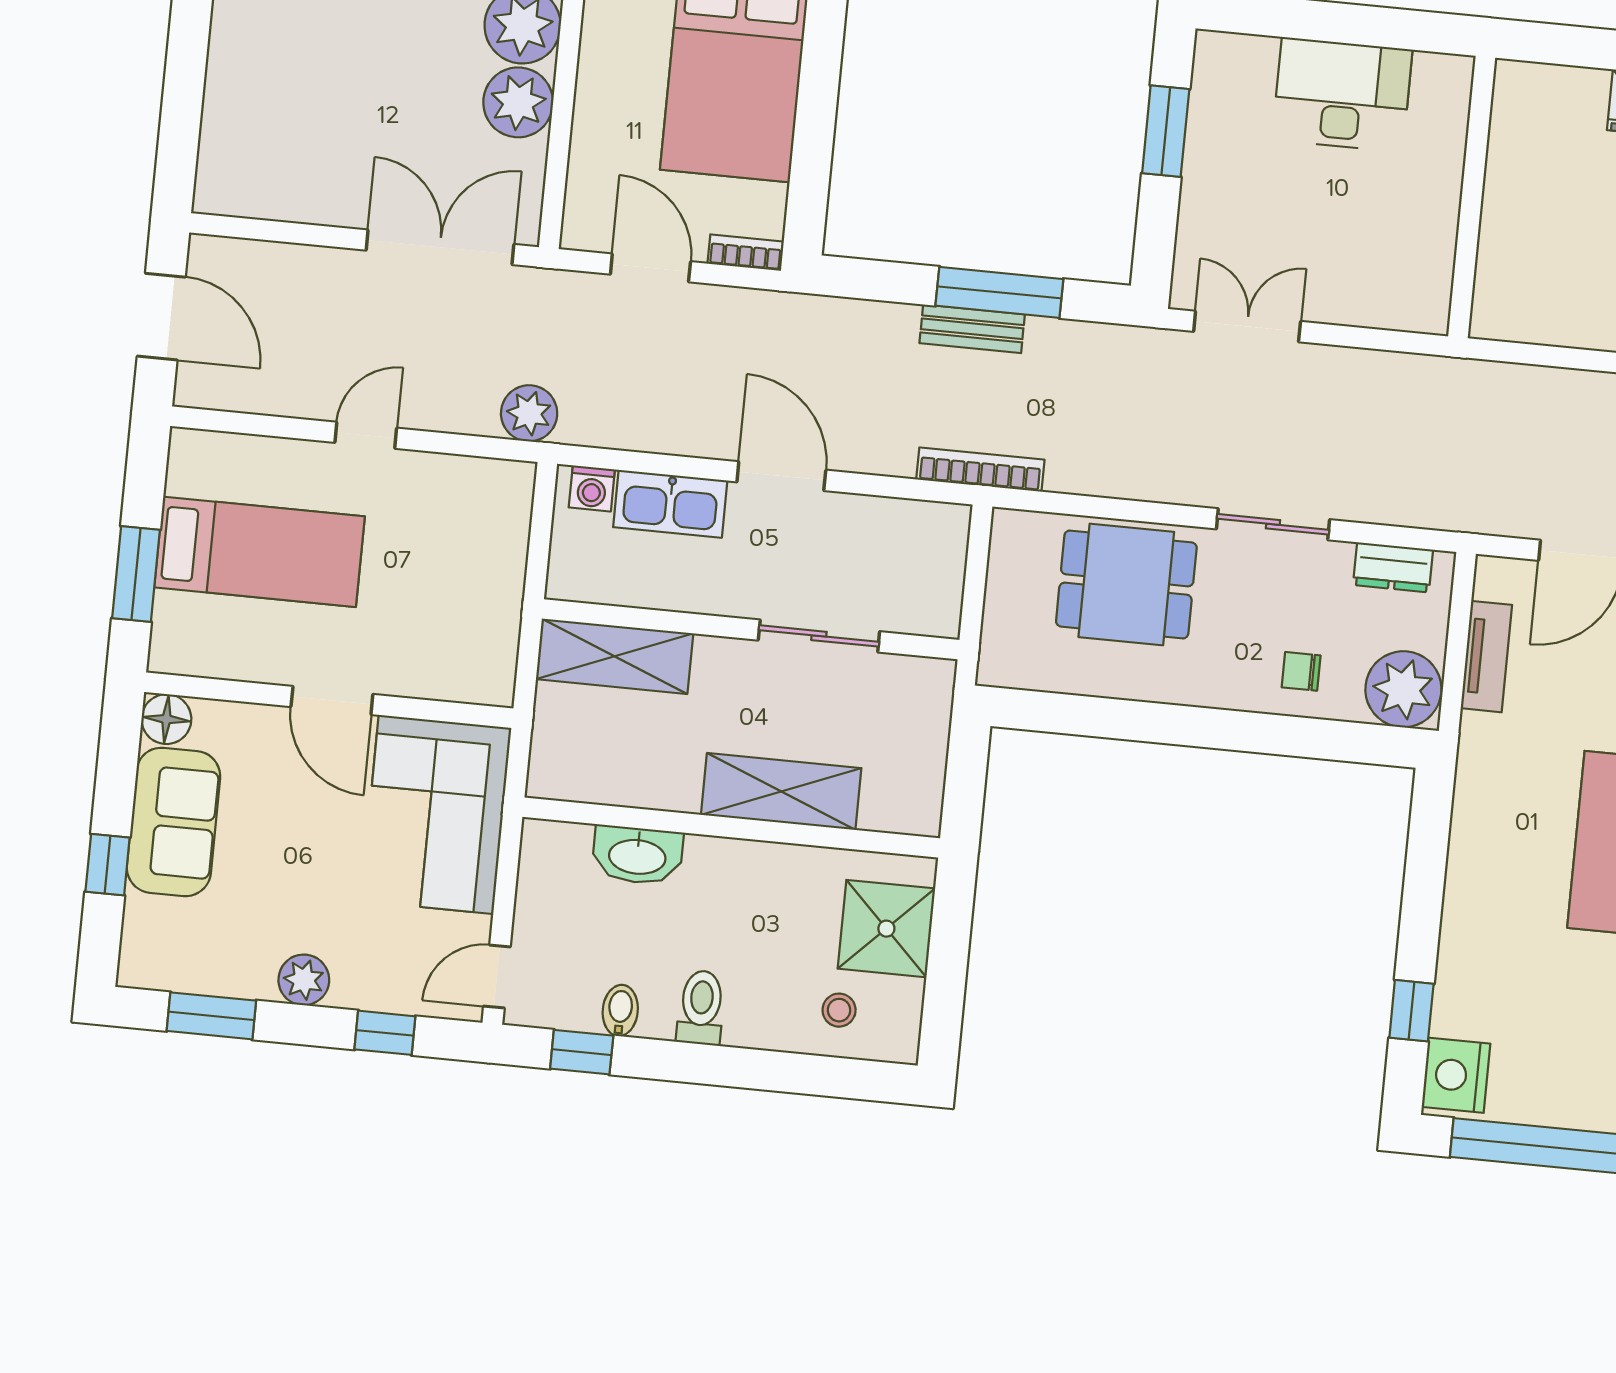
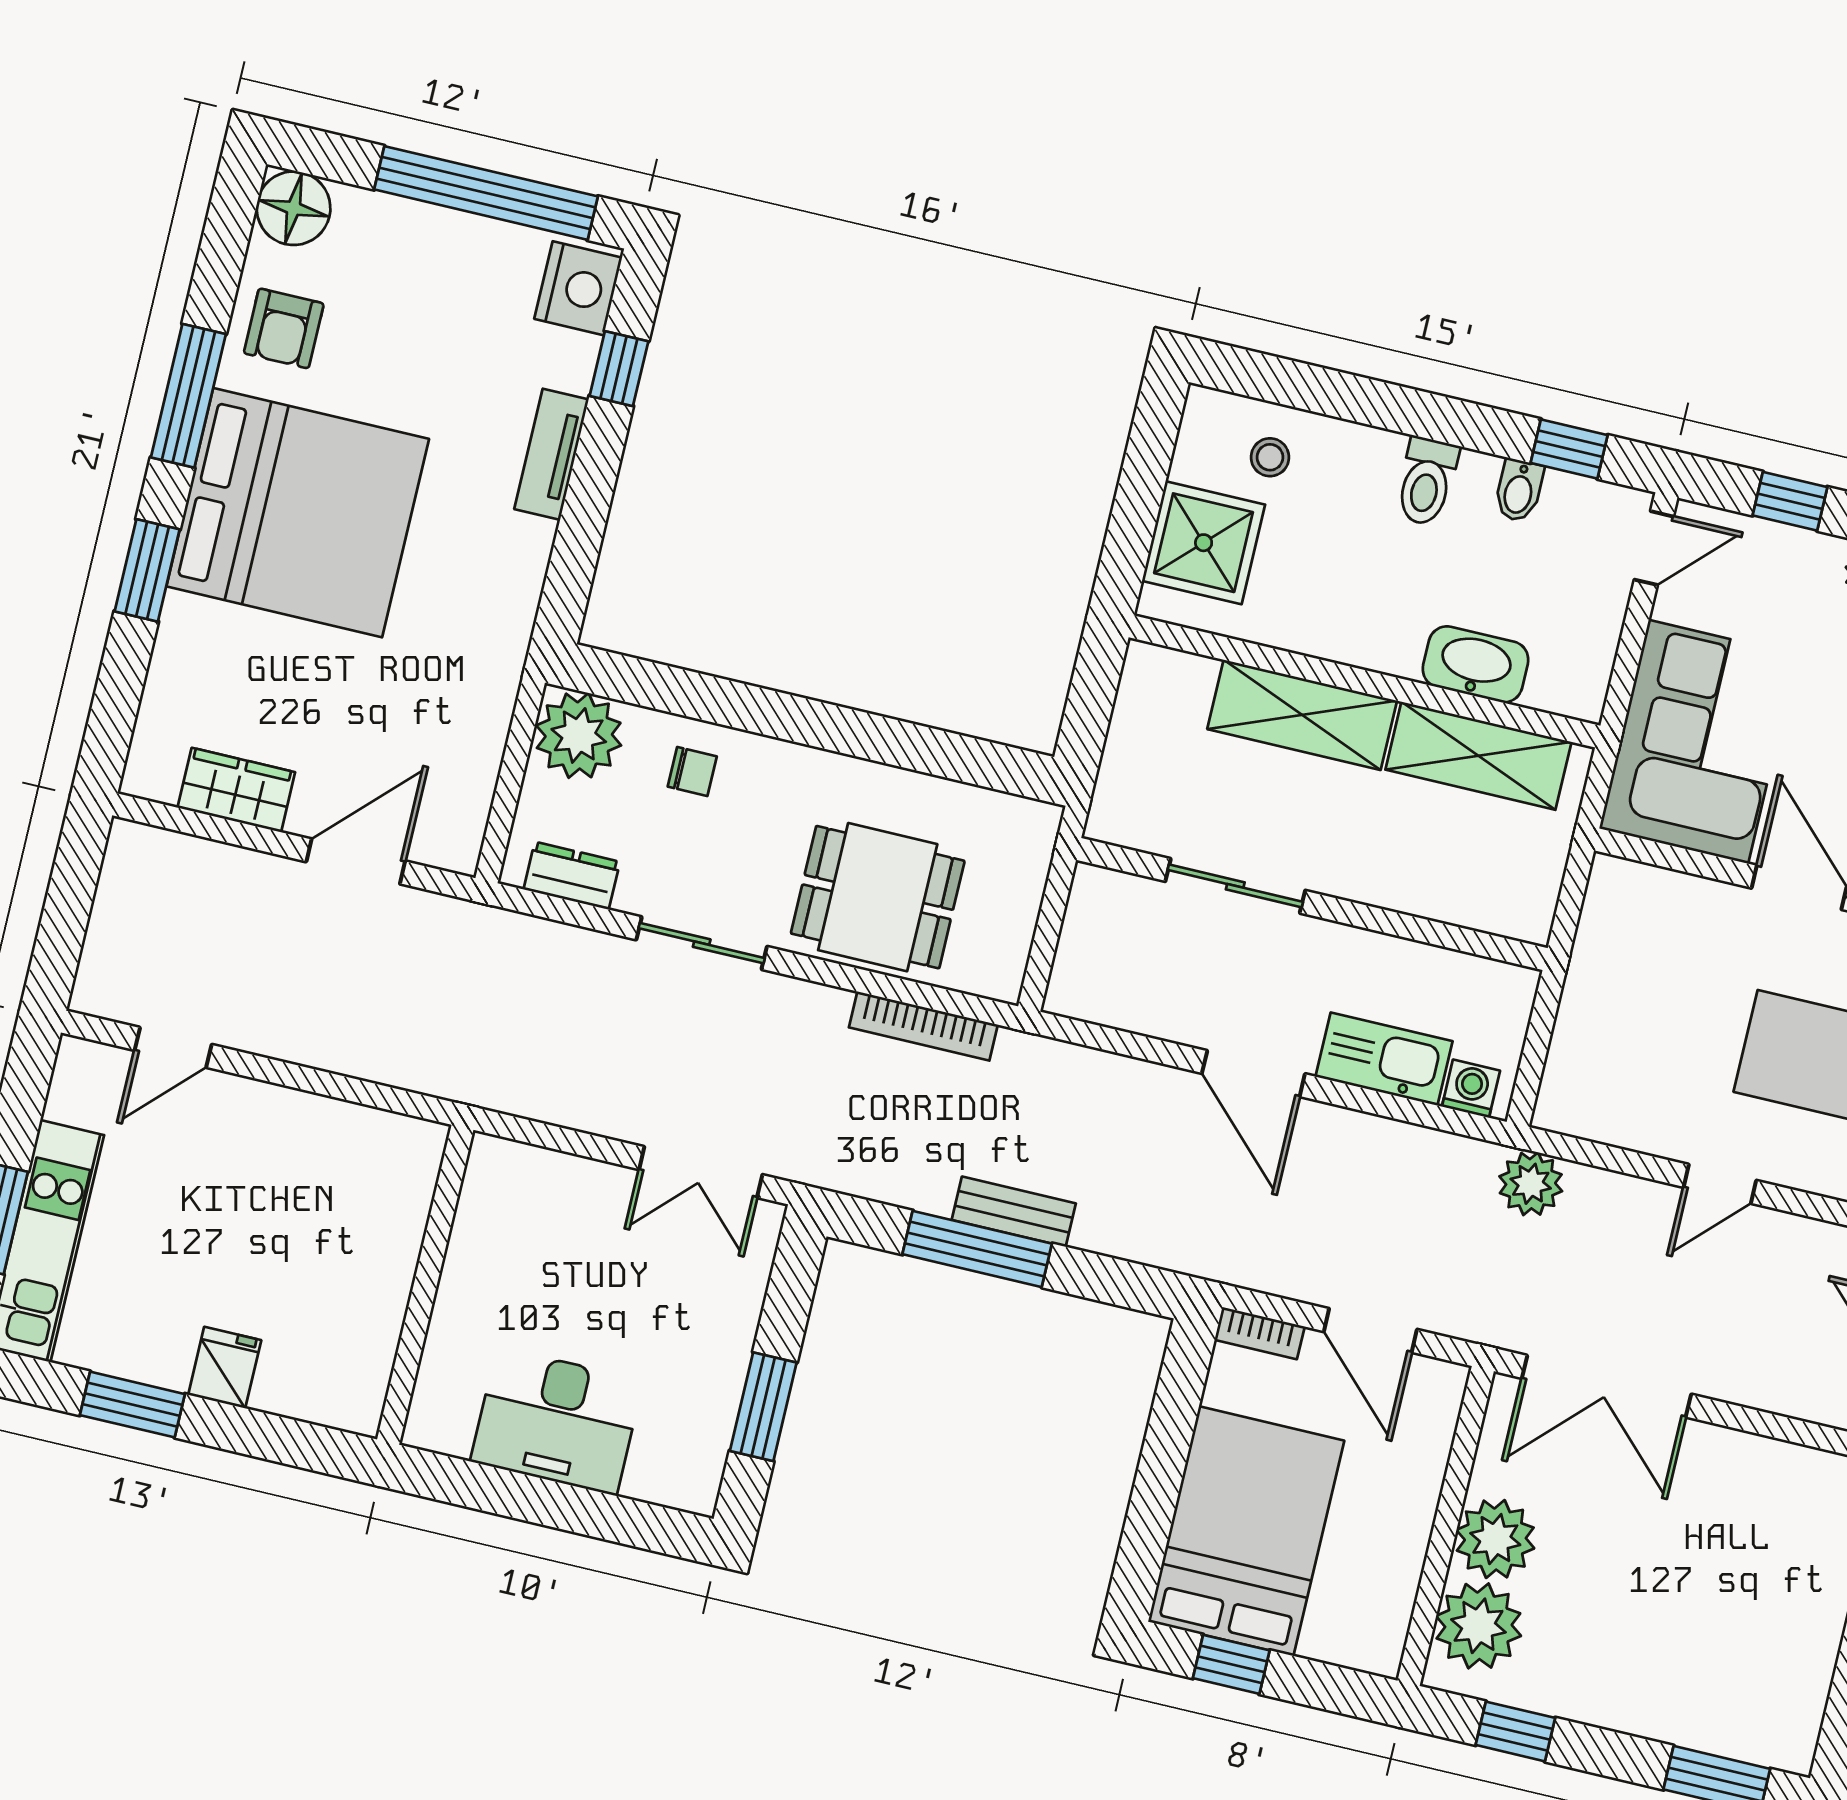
bookcase: (980, 470) -> (923, 1026), moved
shelving: (615, 656) -> (1478, 756), moved
tv unit: (1486, 657) -> (551, 454), moved

